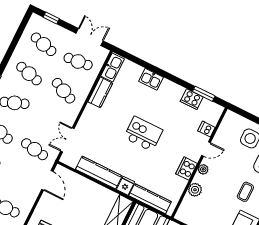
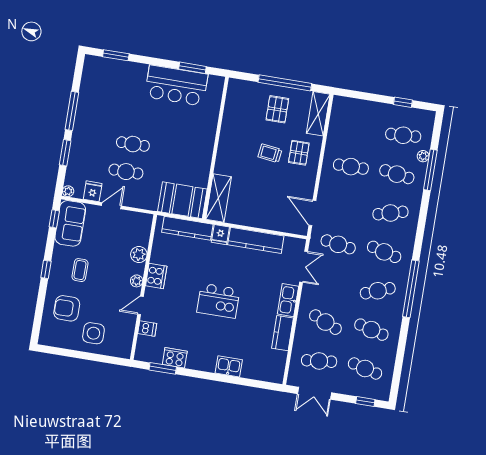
kitchen sink: (113, 68) -> (288, 300), moved

